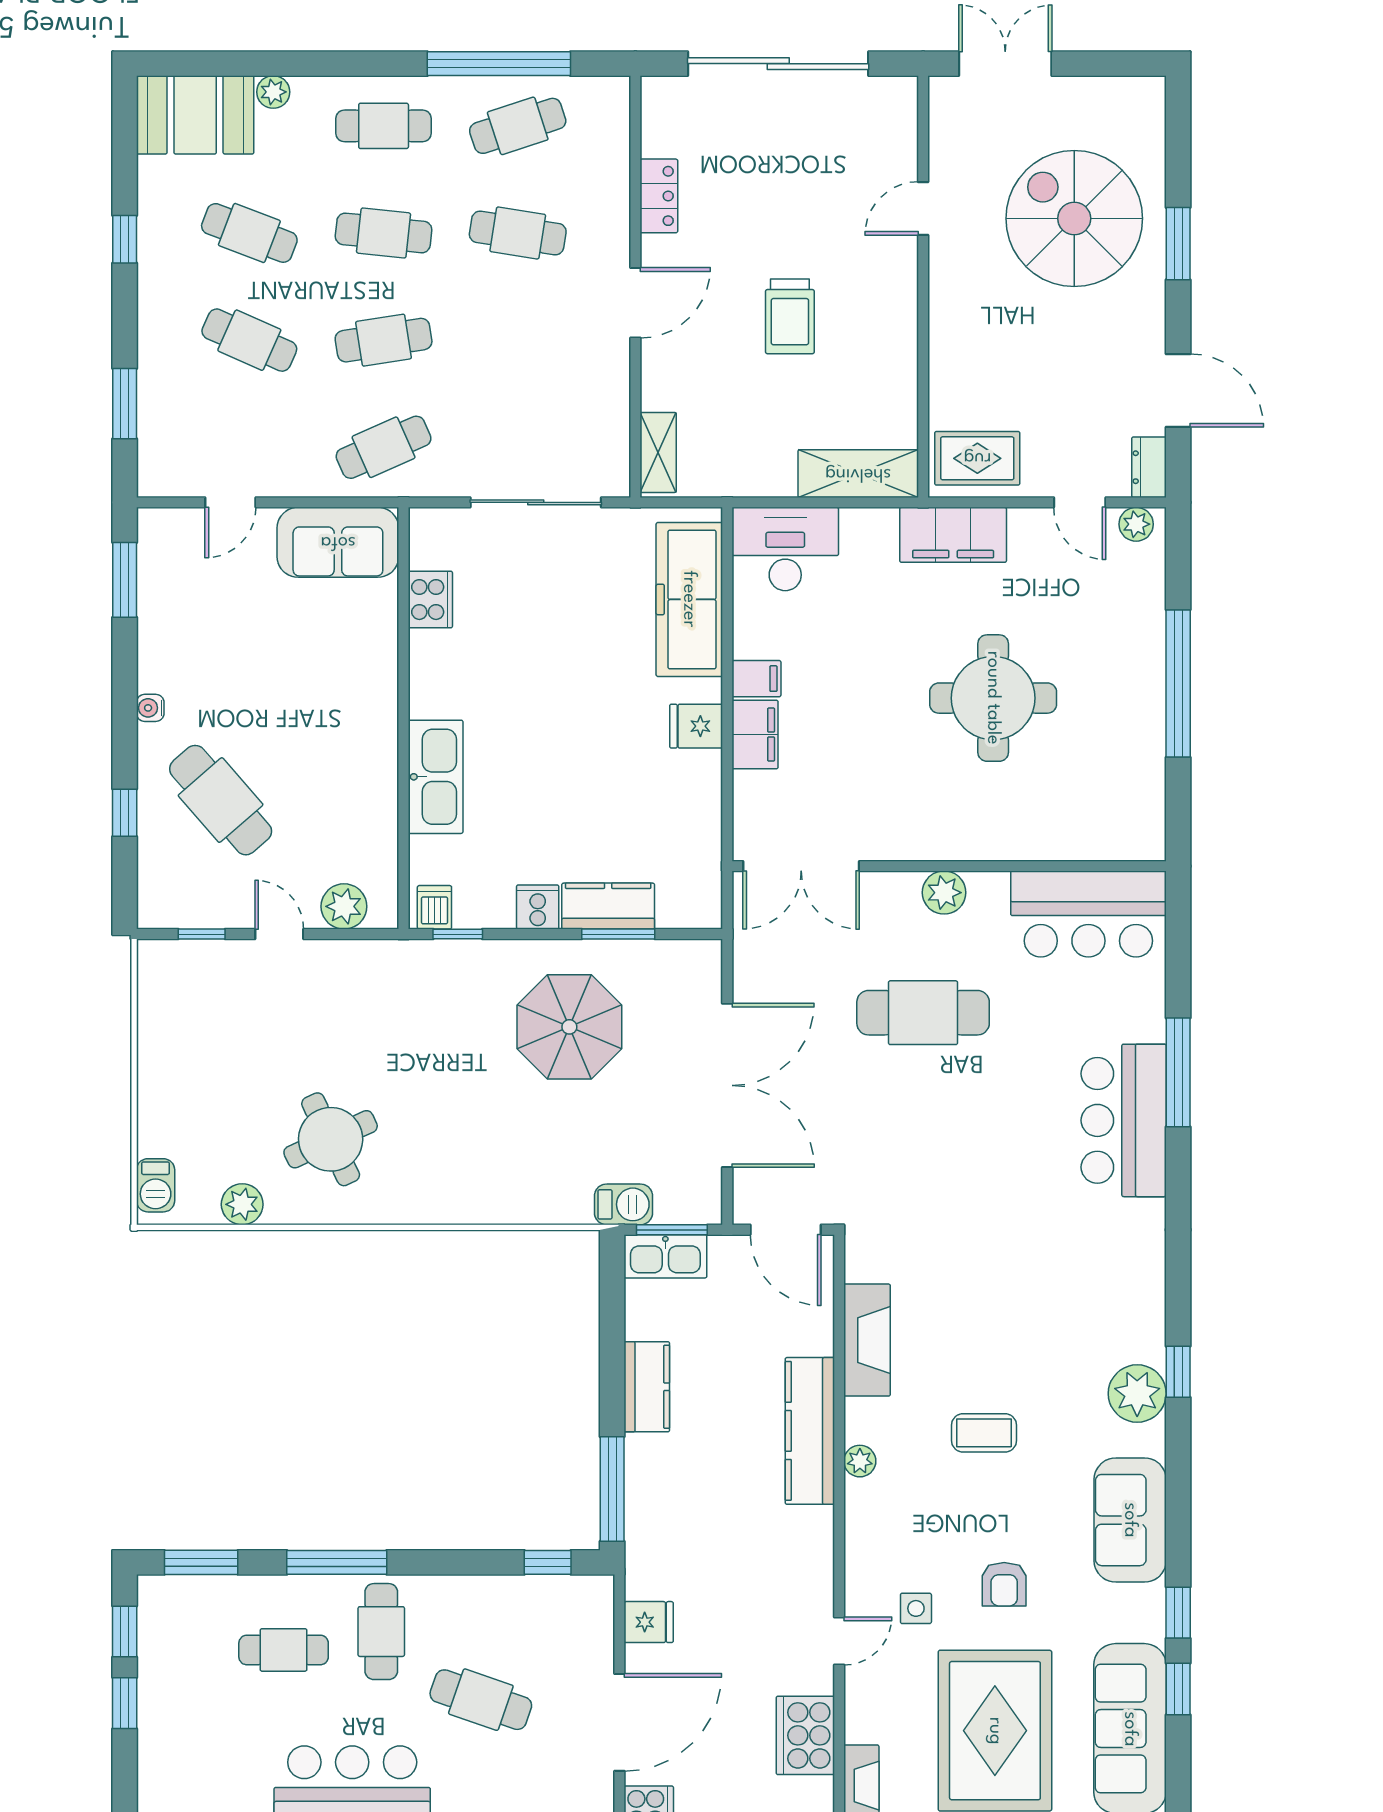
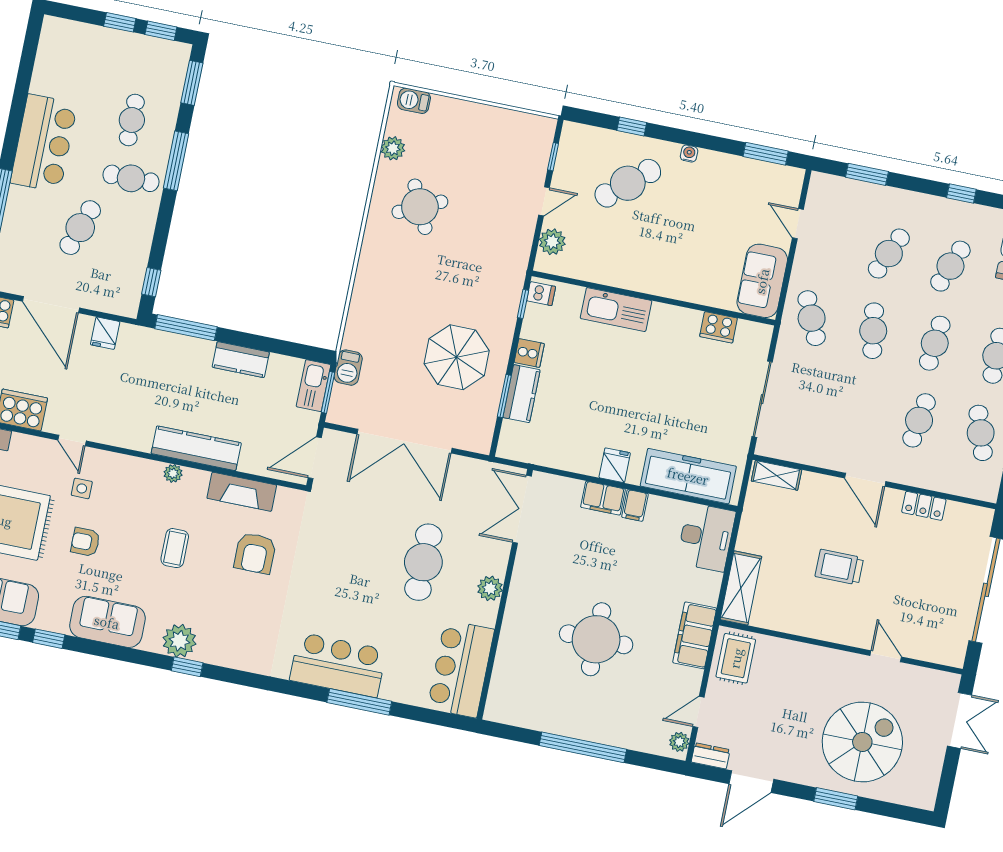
armchair: (965, 1297) -> (255, 553), added

